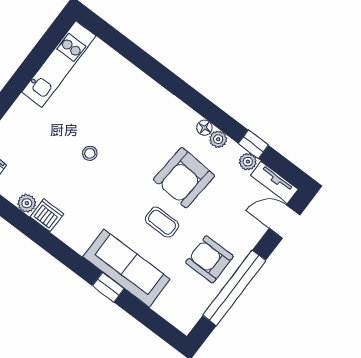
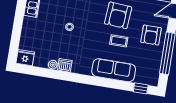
armchair: (209, 259) -> (151, 35), moved, turned -90
window: (108, 287) -> (141, 88), moved

